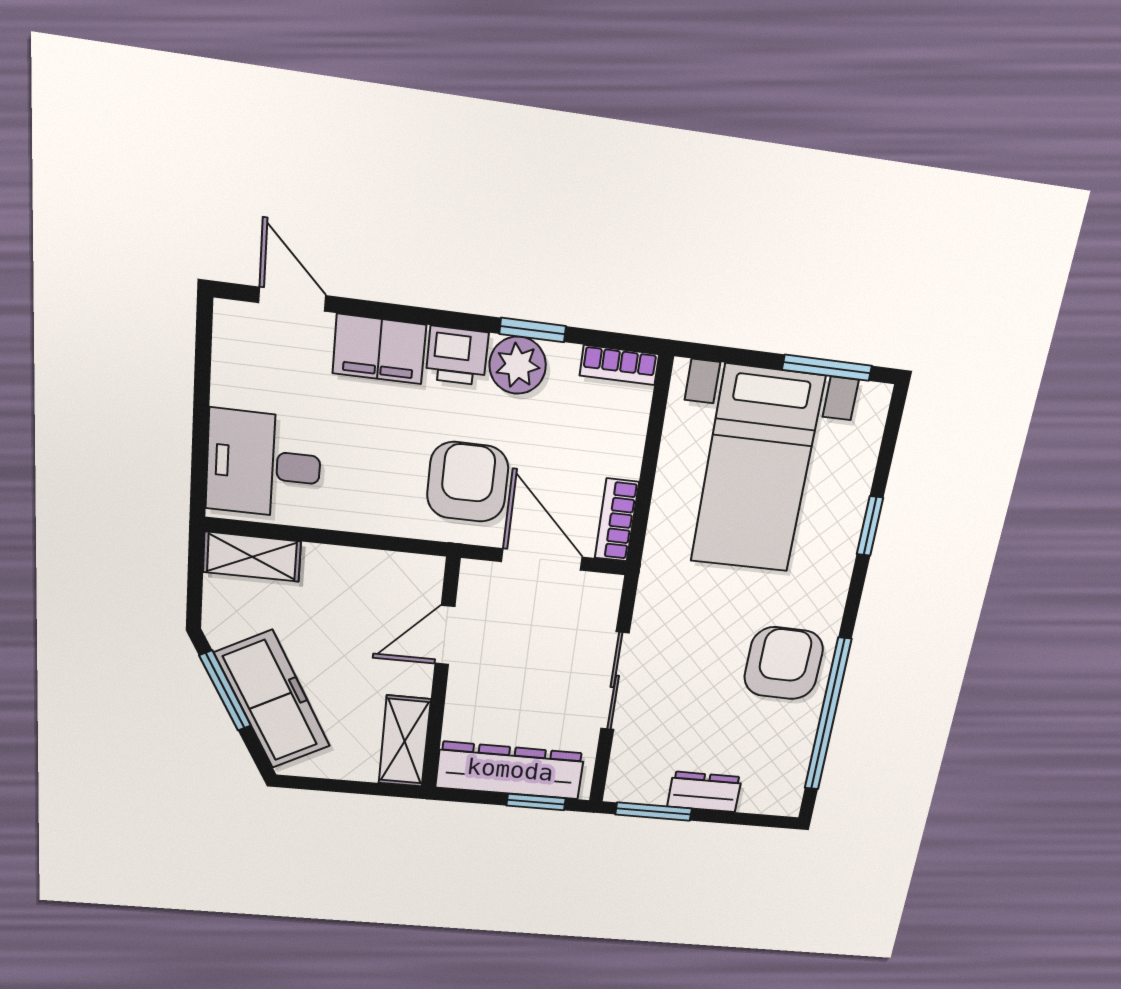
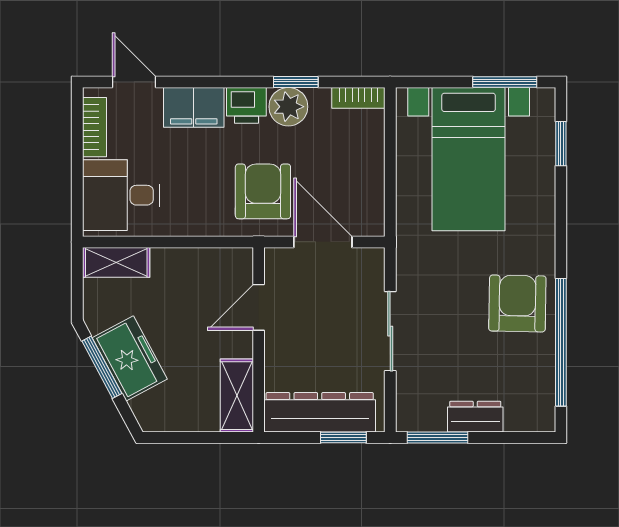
bookcase: (617, 520) -> (95, 127), moved, turned 180
window: (870, 526) -> (561, 144), moved
freezer: (273, 700) -> (130, 358), width x0.71

